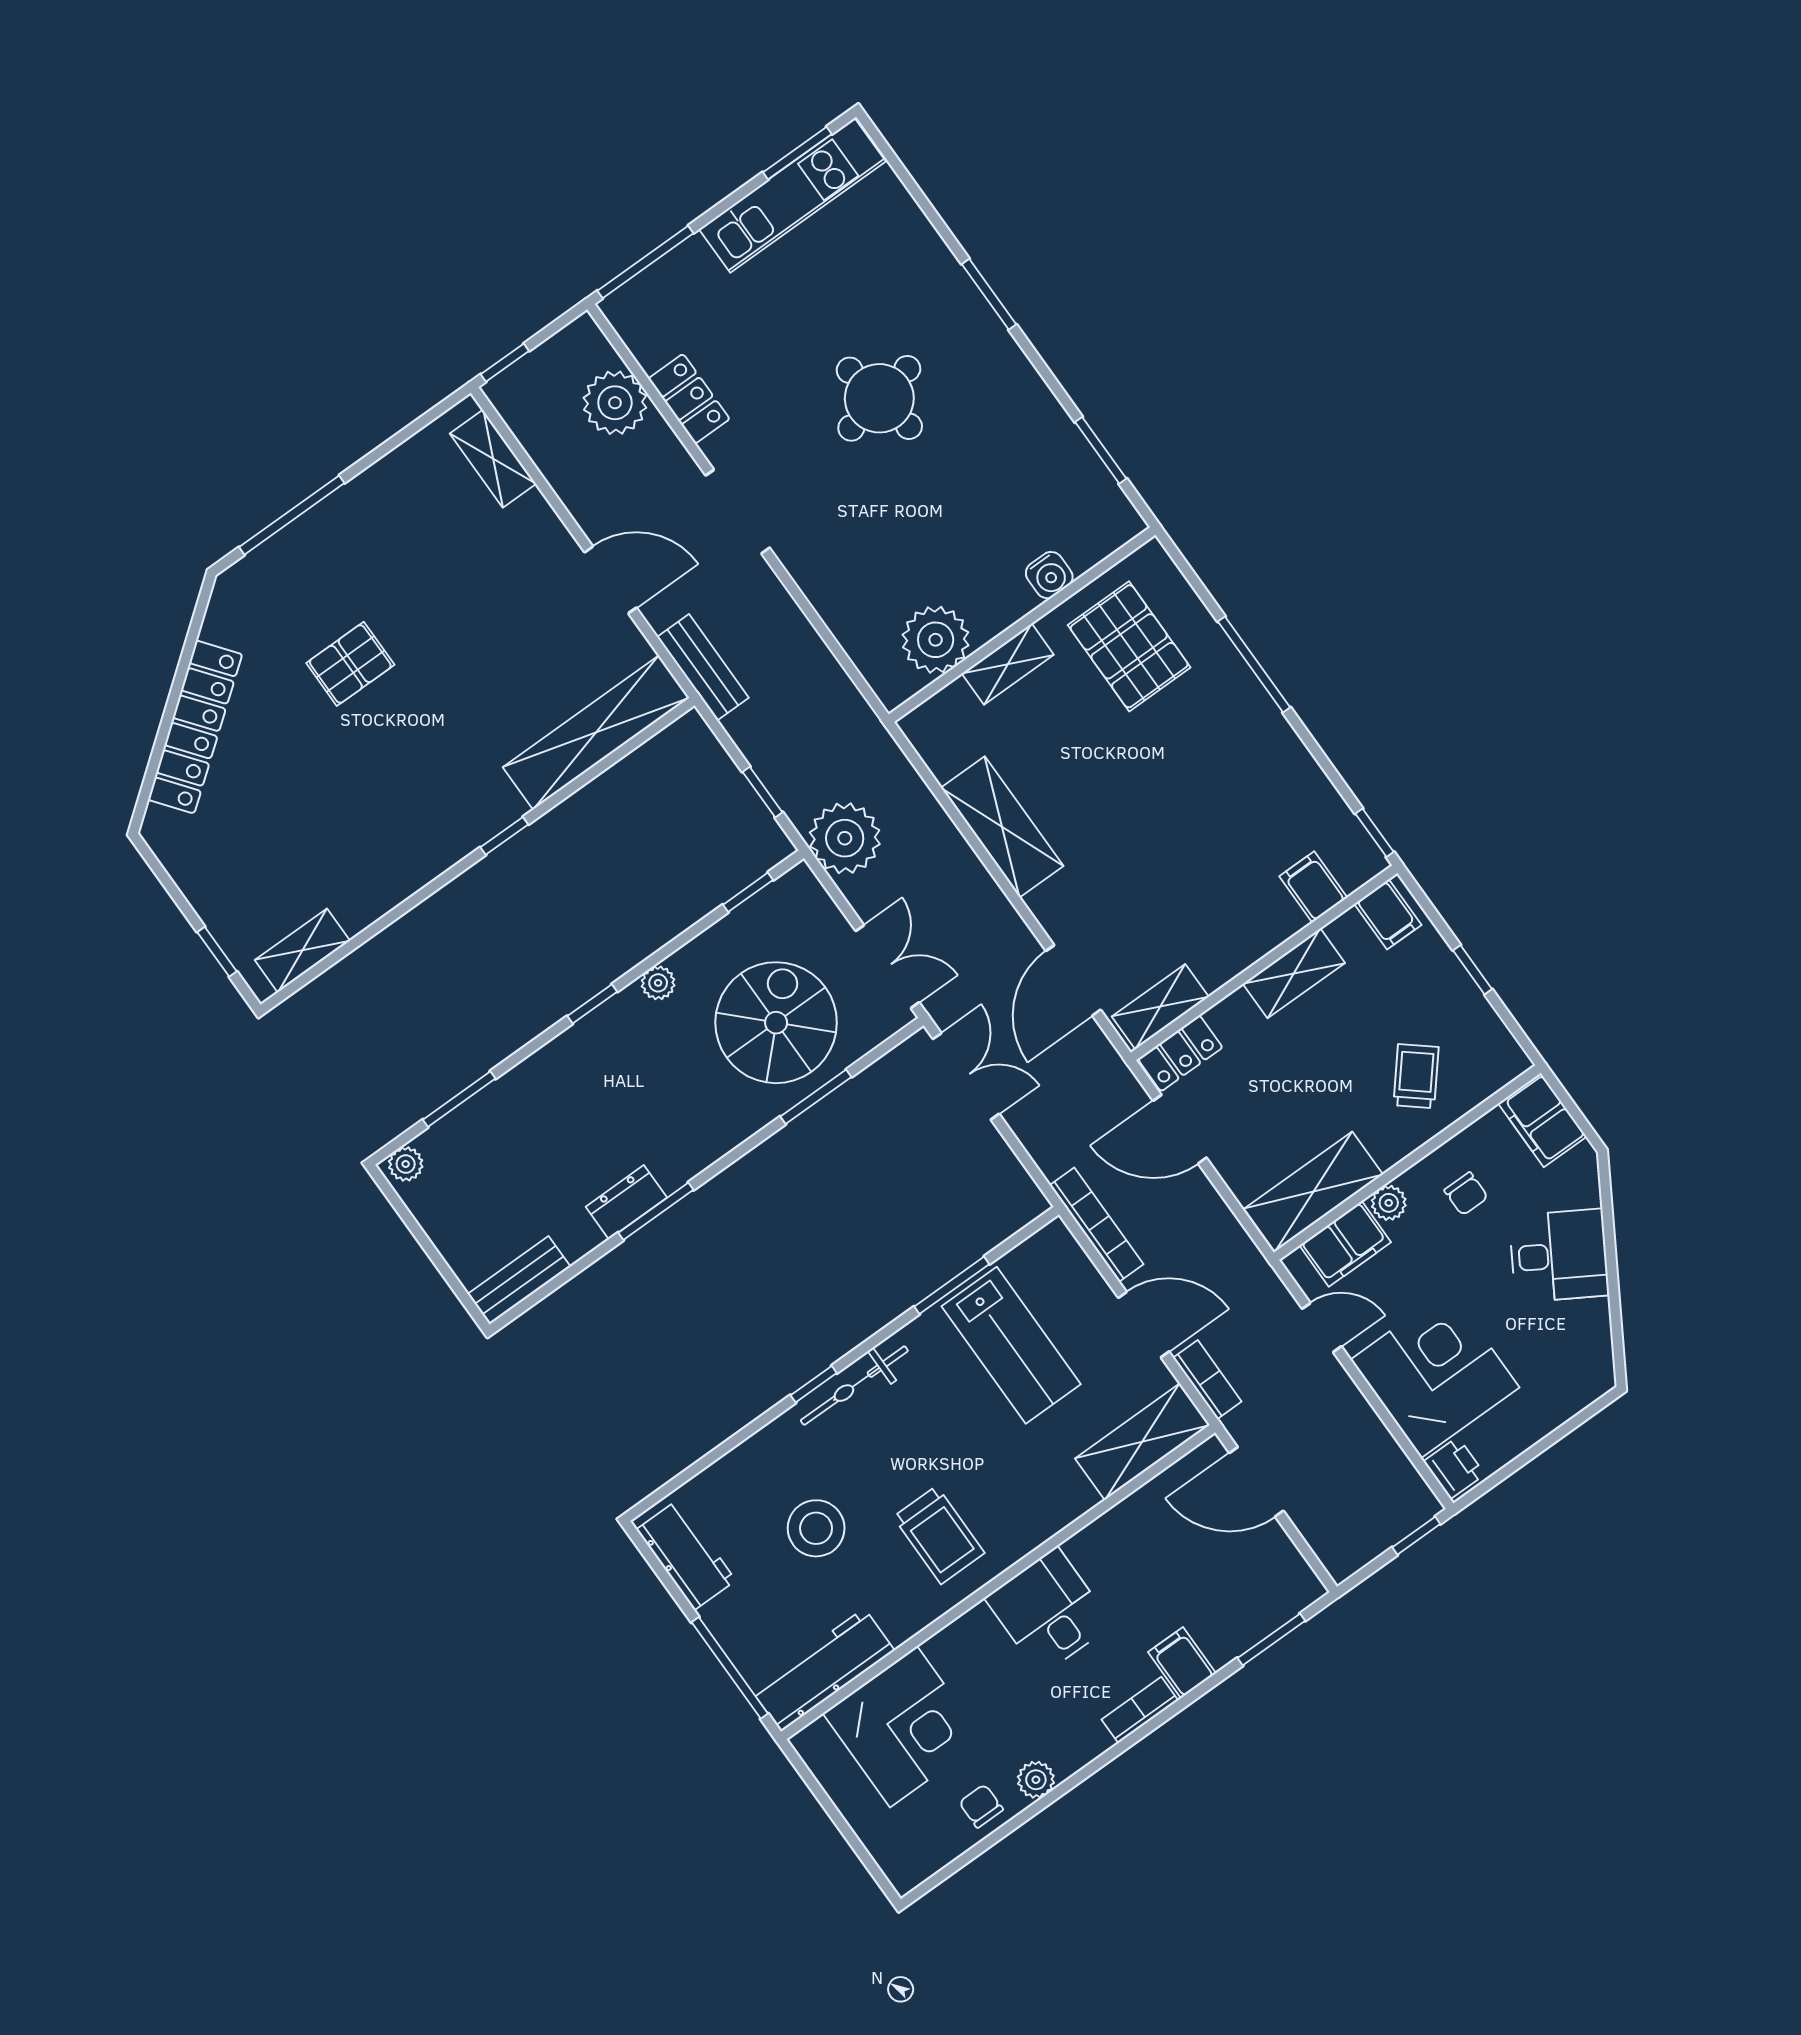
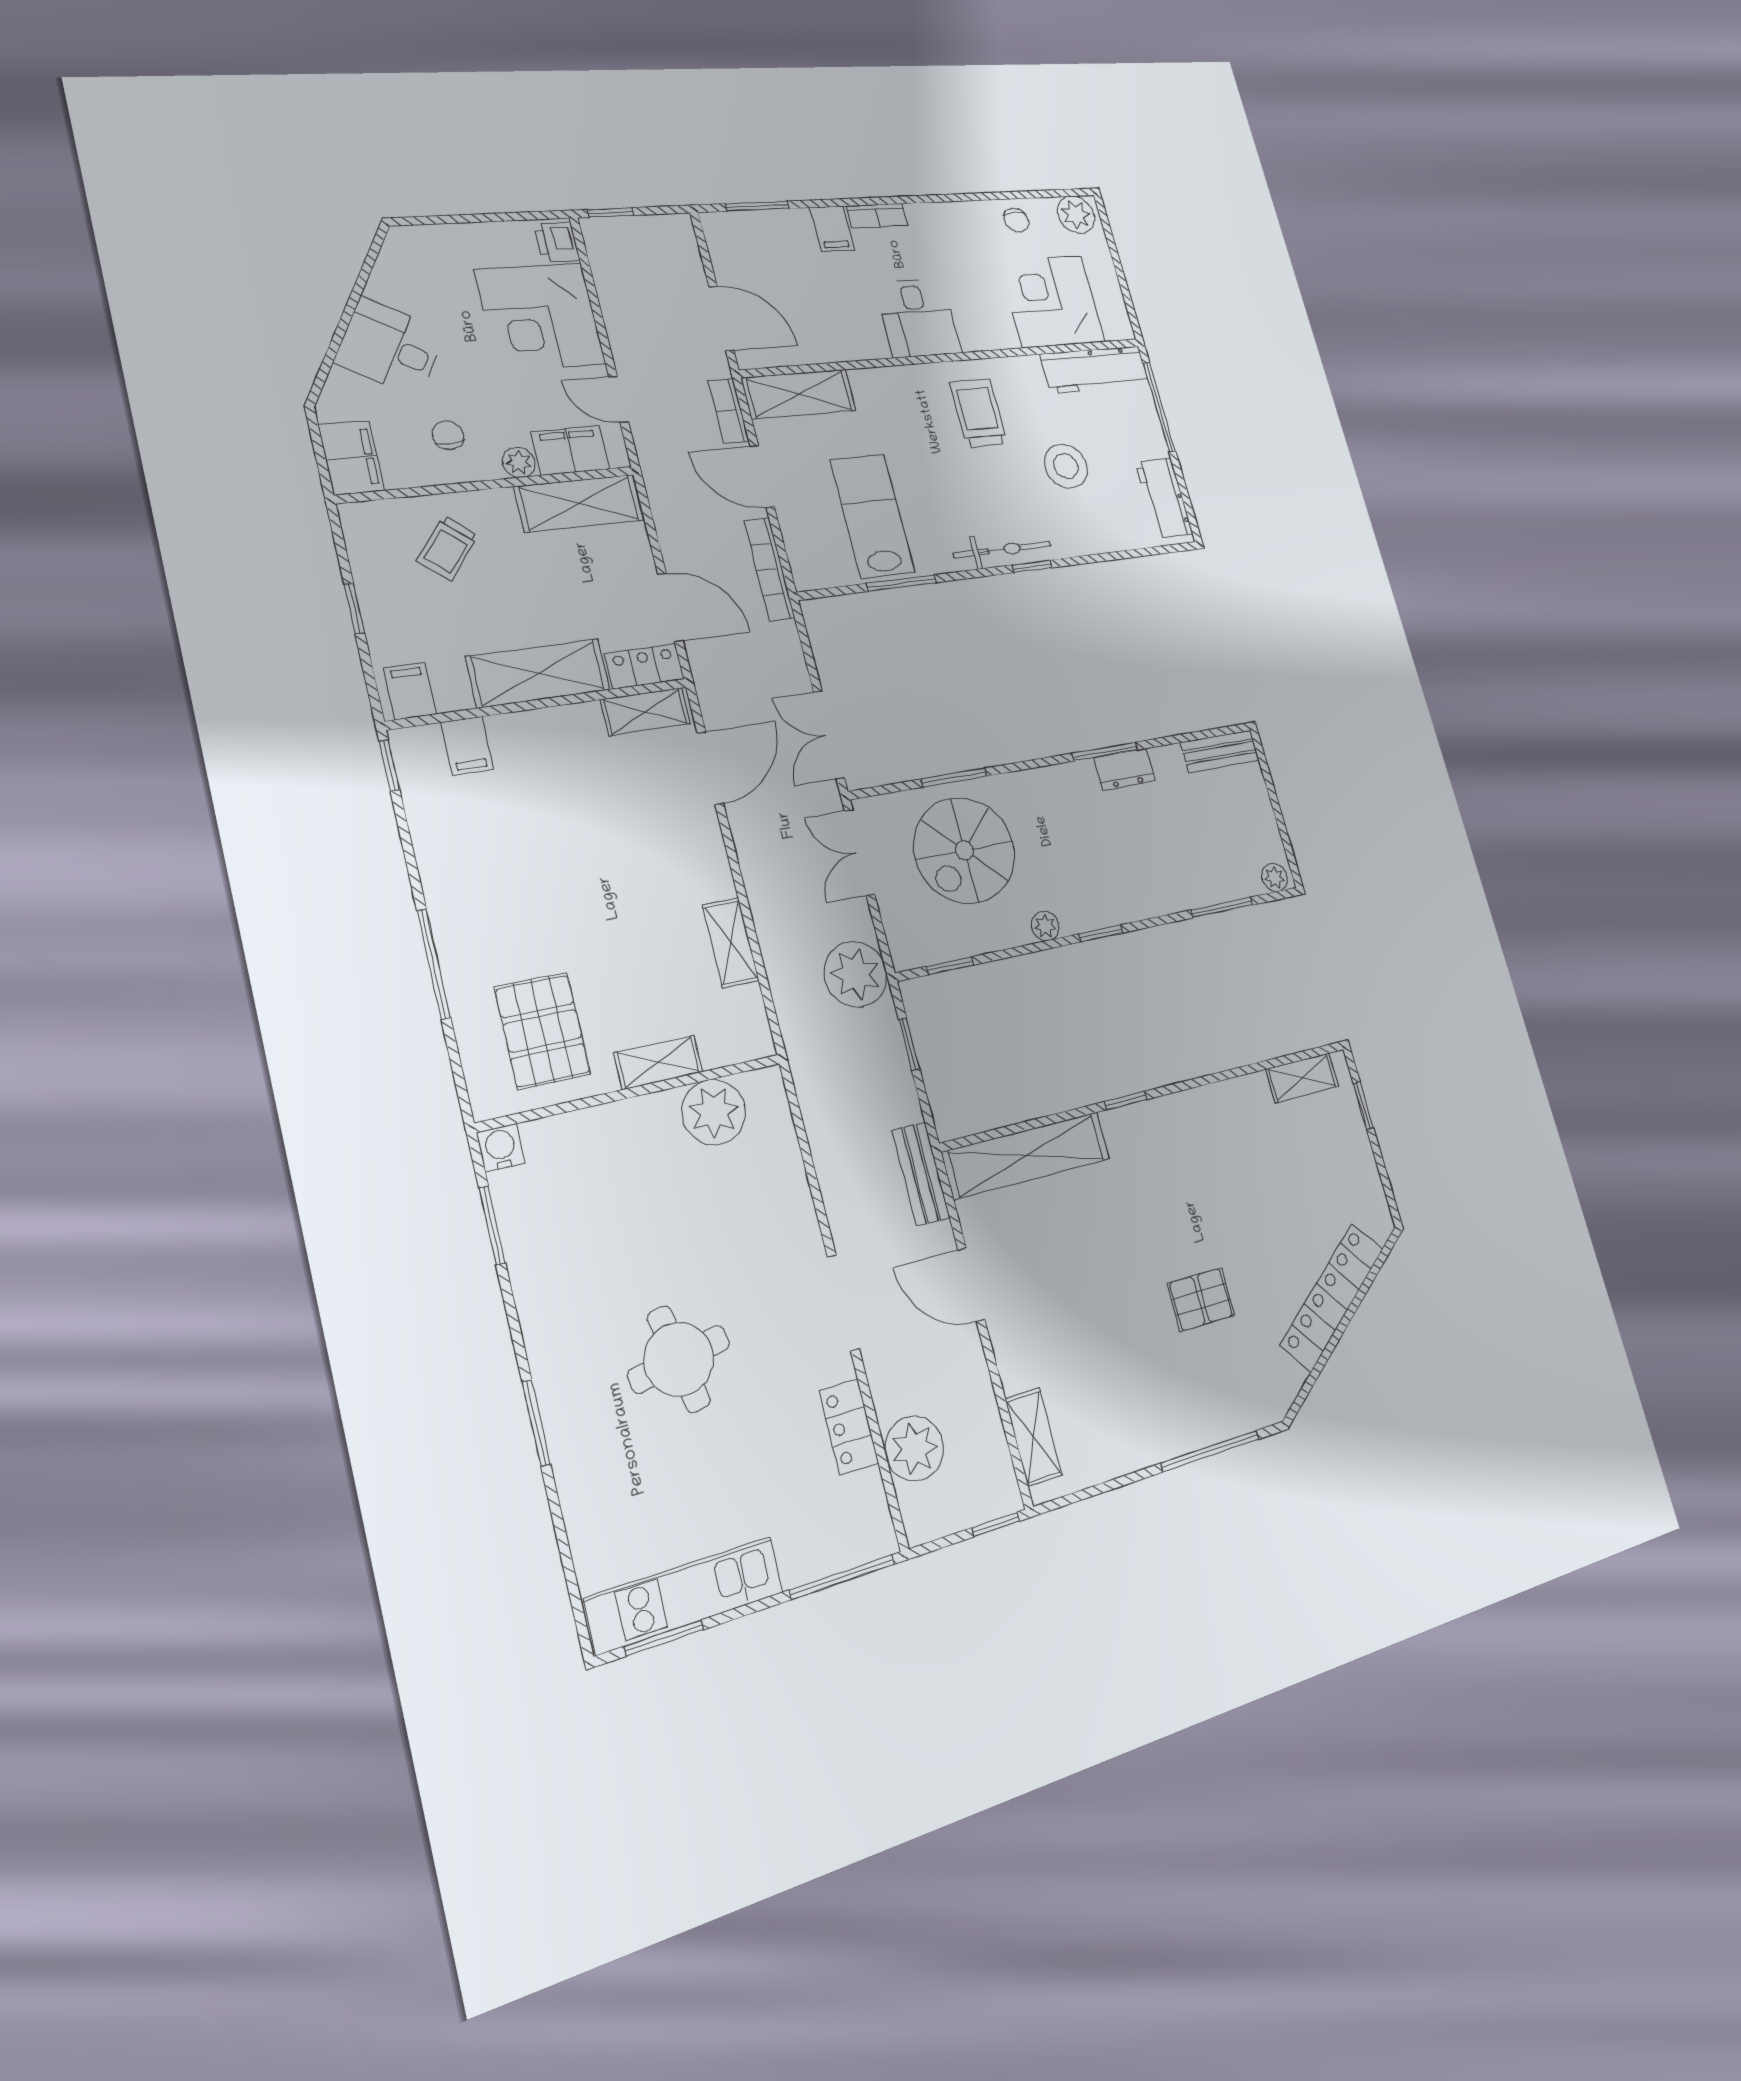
water cooler: (1049, 575) -> (501, 1148), moved
shelving: (1002, 827) -> (731, 943), width x0.67, depth x0.75
shelving: (1294, 973) -> (538, 673), width x1.50, depth x1.33
plant: (1036, 1780) -> (1076, 215), moved, width x1.38, depth x1.38

